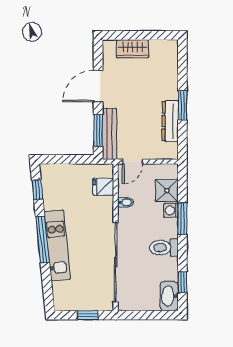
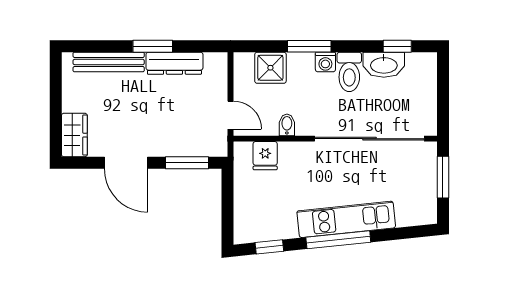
wardrobe: (132, 49) -> (74, 135), moved
bench: (110, 134) -> (109, 62), moved
washing machine: (171, 210) -> (325, 62), moved
washbasin: (169, 296) -> (384, 65), moved
window: (88, 315) -> (443, 177), width x1.50

